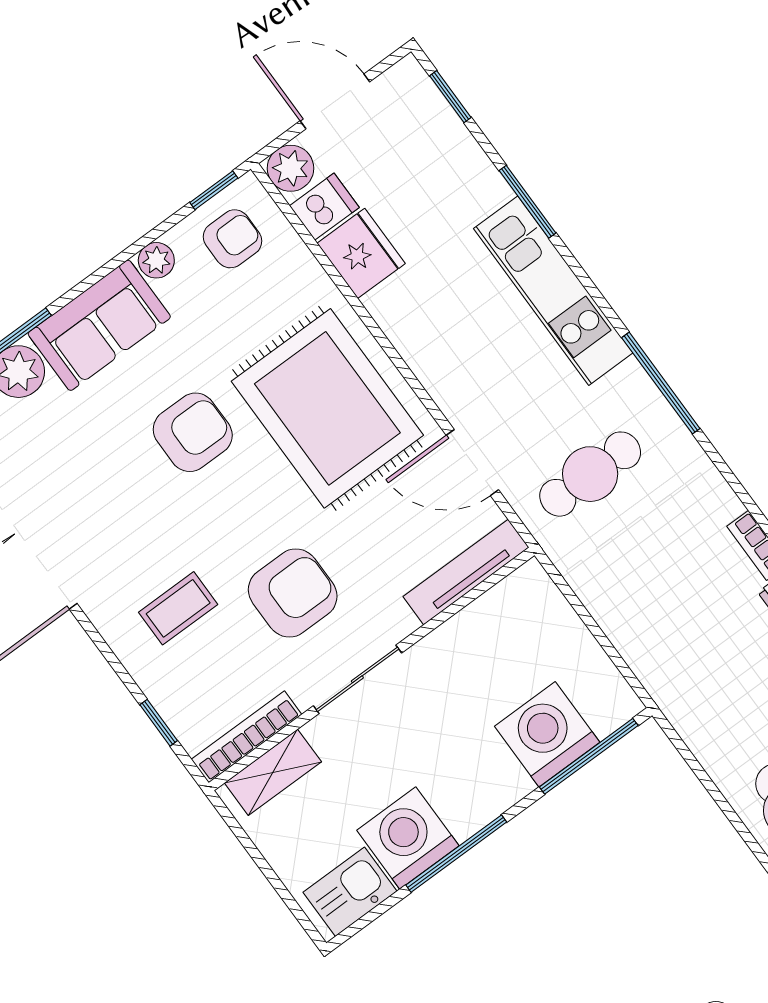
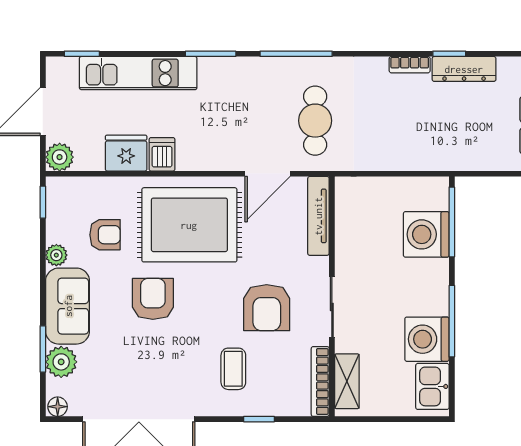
window: (528, 202) -> (211, 54), moved
dishwasher: (324, 207) -> (162, 154), moved
armchair: (233, 239) -> (105, 235), moved, turned 90
kitchen unit: (553, 291) -> (138, 73), moved
armchair: (293, 593) -> (267, 308), turned 180
window: (159, 723) -> (259, 419), moved

